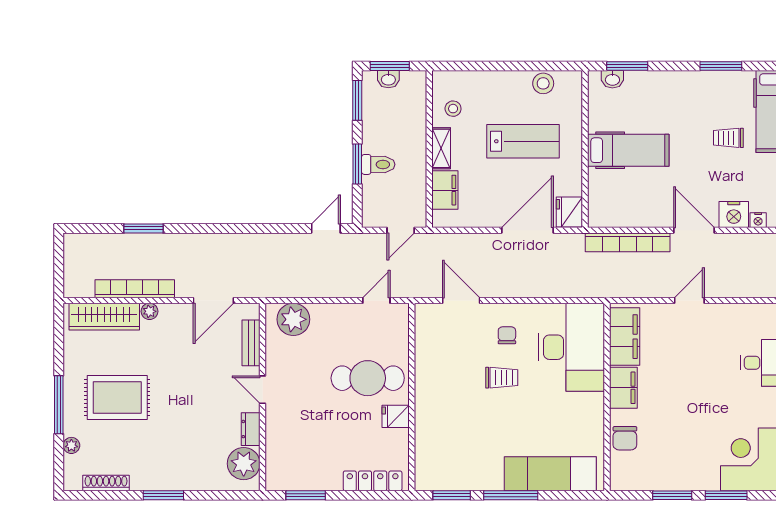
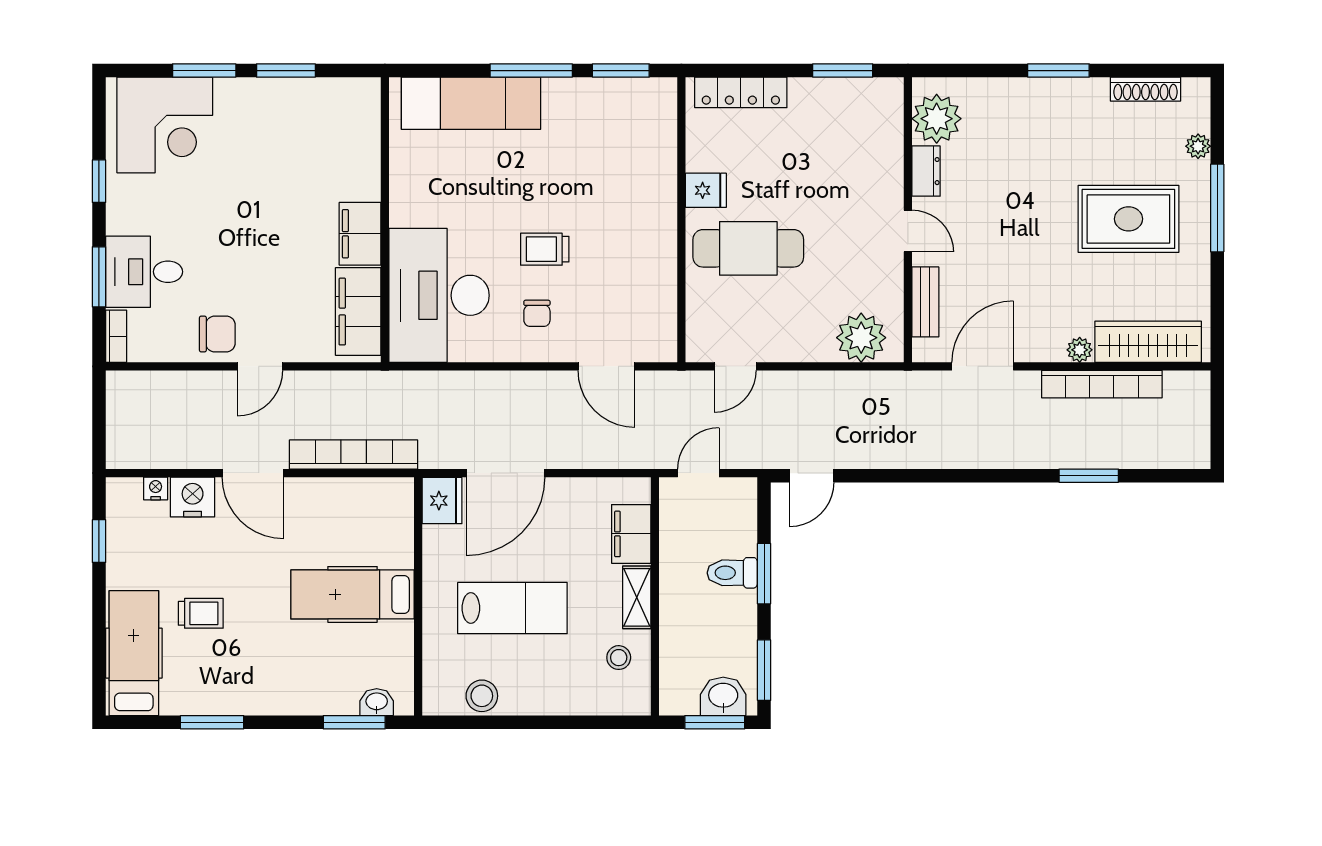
washbasin: (388, 79) -> (723, 696), width x1.38, depth x1.45
lab bench: (523, 141) -> (512, 608), turned 180
chair: (625, 438) -> (217, 334), moved, turned 90

